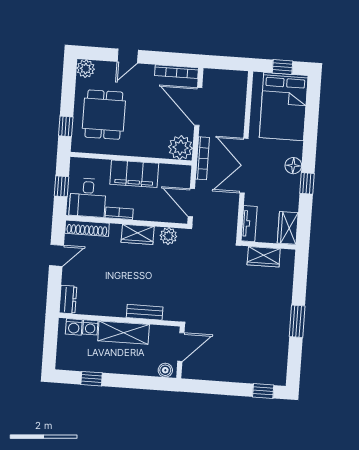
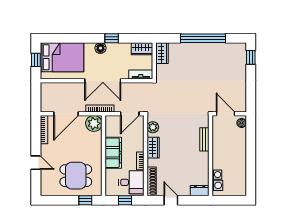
plant: (86, 69) -> (46, 190), removed
wardrobe: (264, 257) -> (162, 53), moved
window: (297, 321) -> (203, 38), width x2.11
shelving: (124, 333) -> (219, 152), removed
window: (92, 379) -> (251, 171), removed

